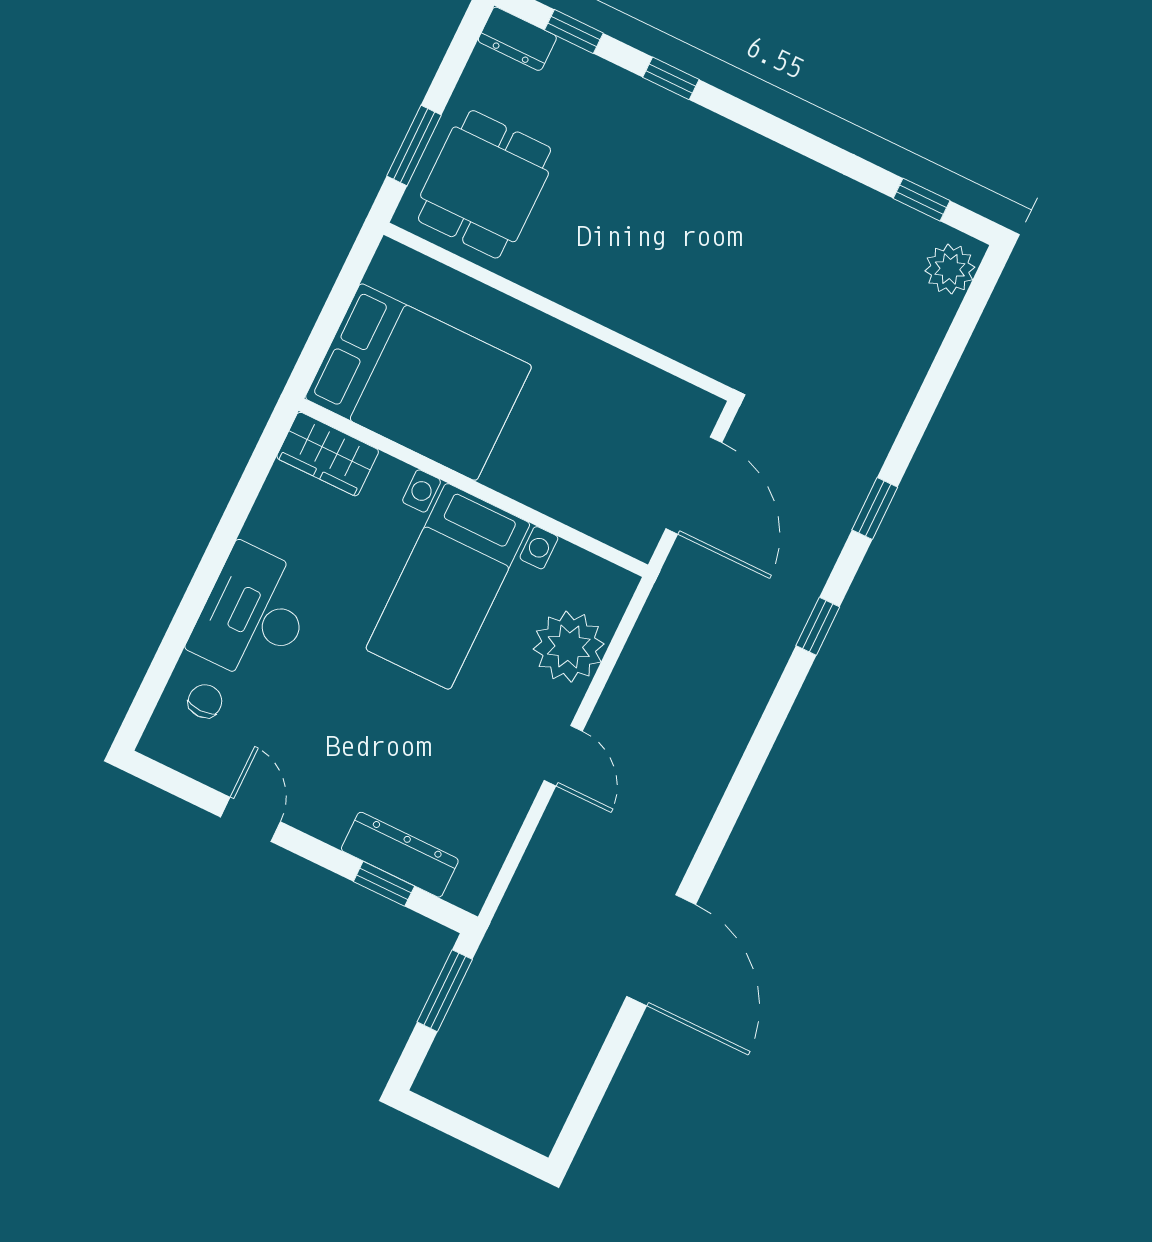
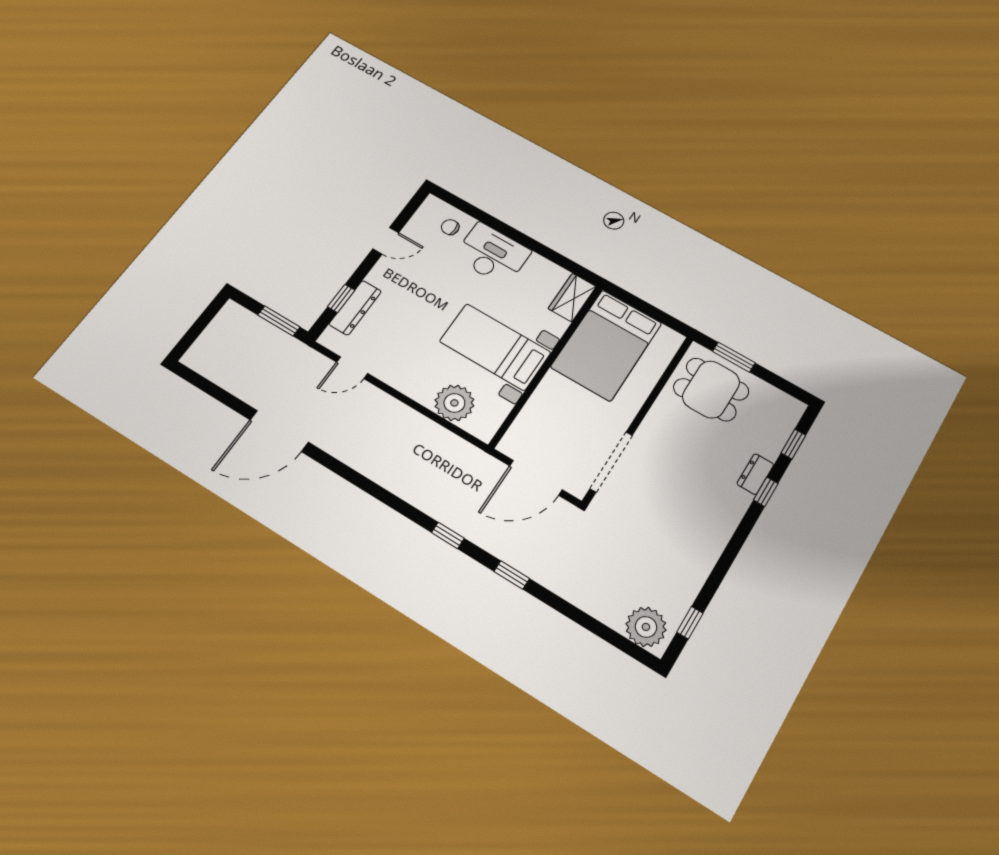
dresser: (517, 39) -> (755, 474), moved
plant: (950, 269) -> (646, 627), width x1.36, depth x1.36
doorway: (648, 355) -> (611, 462), added
chair: (205, 701) -> (450, 227), turned 180
door: (563, 756) -> (352, 368), moved

